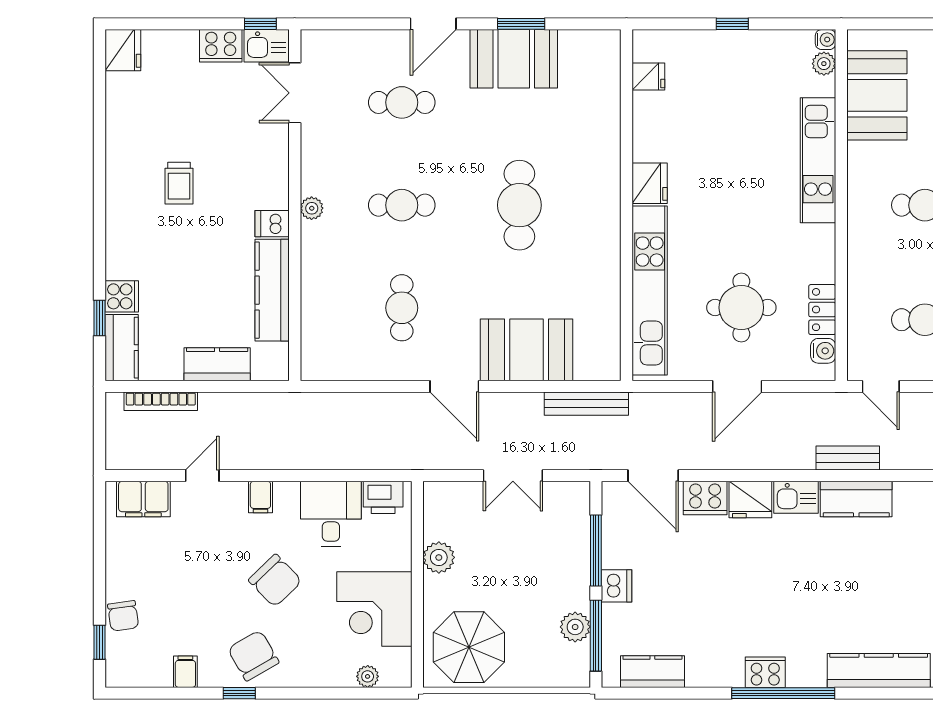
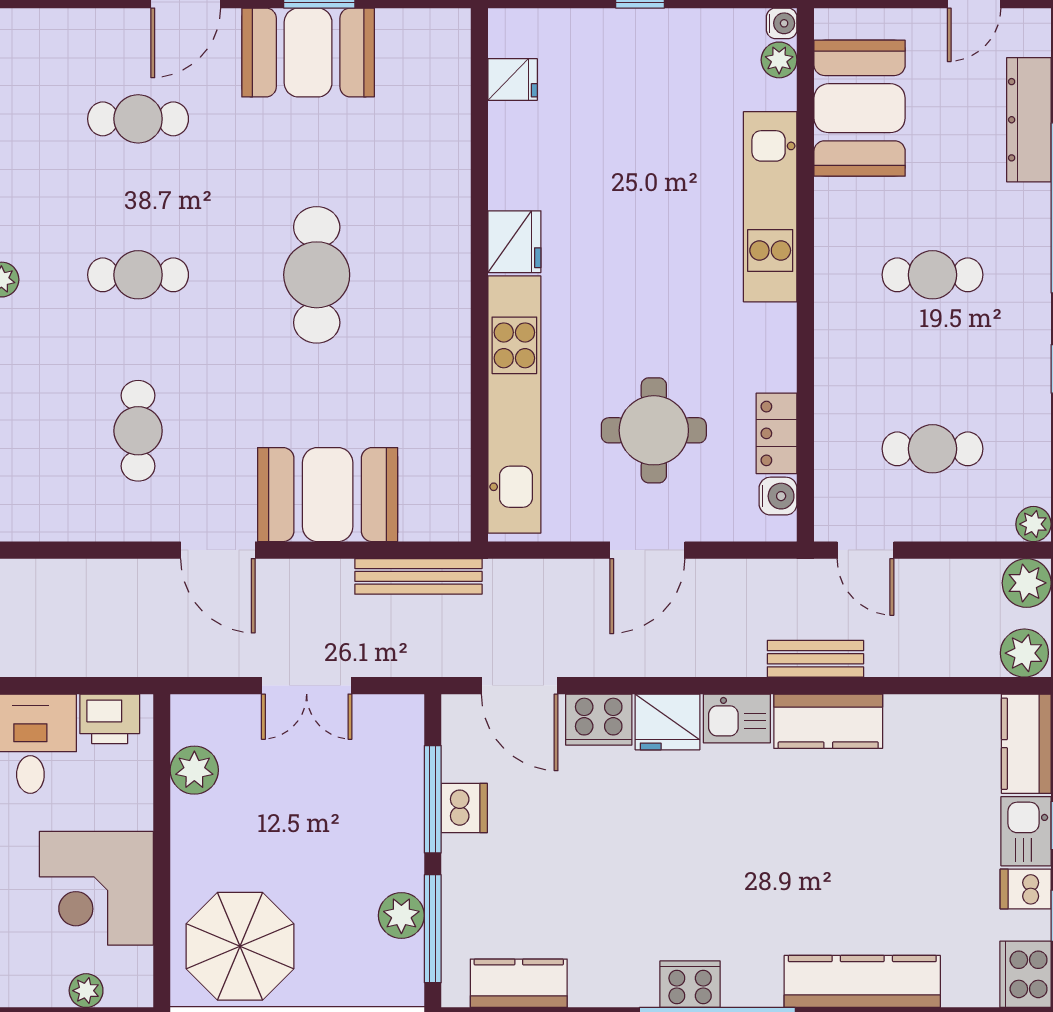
plant: (439, 557) -> (194, 770), moved
dishwasher: (617, 586) -> (464, 808), moved

